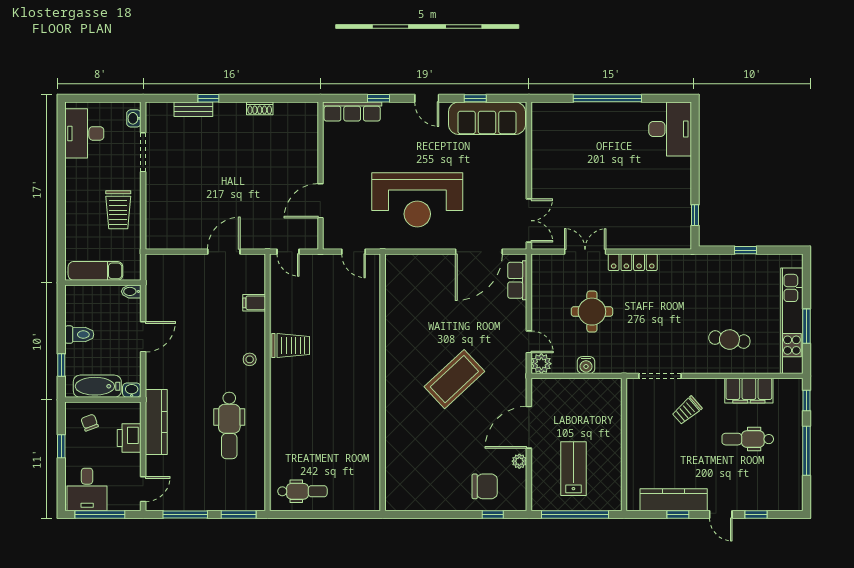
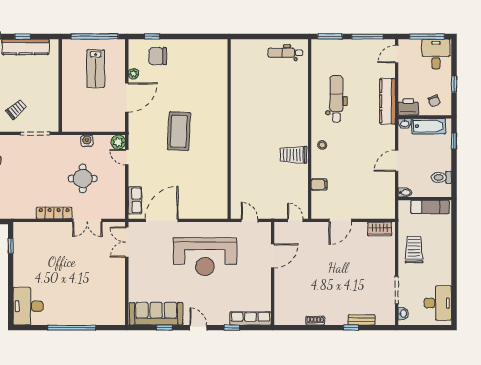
reception desk: (417, 200) -> (205, 257), turned 180
wardrobe: (167, 239) -> (380, 229), added
toilet: (79, 335) -> (441, 177), moved
coffee table: (454, 379) -> (179, 131), turned -44
printer: (129, 438) -> (408, 107), moved, turned -90

